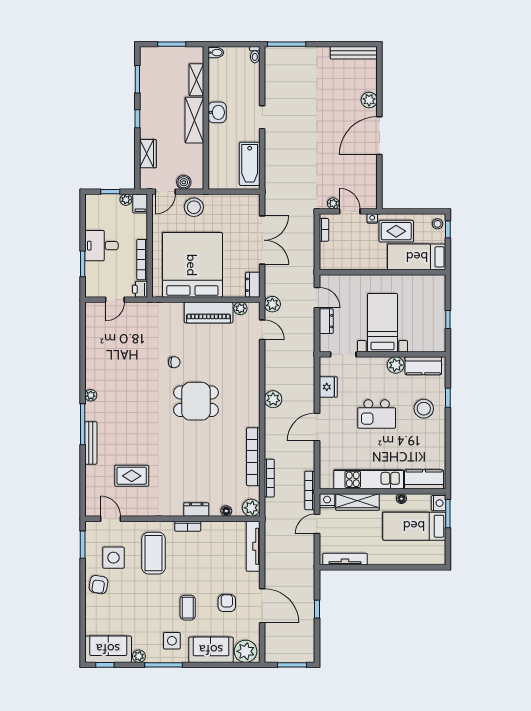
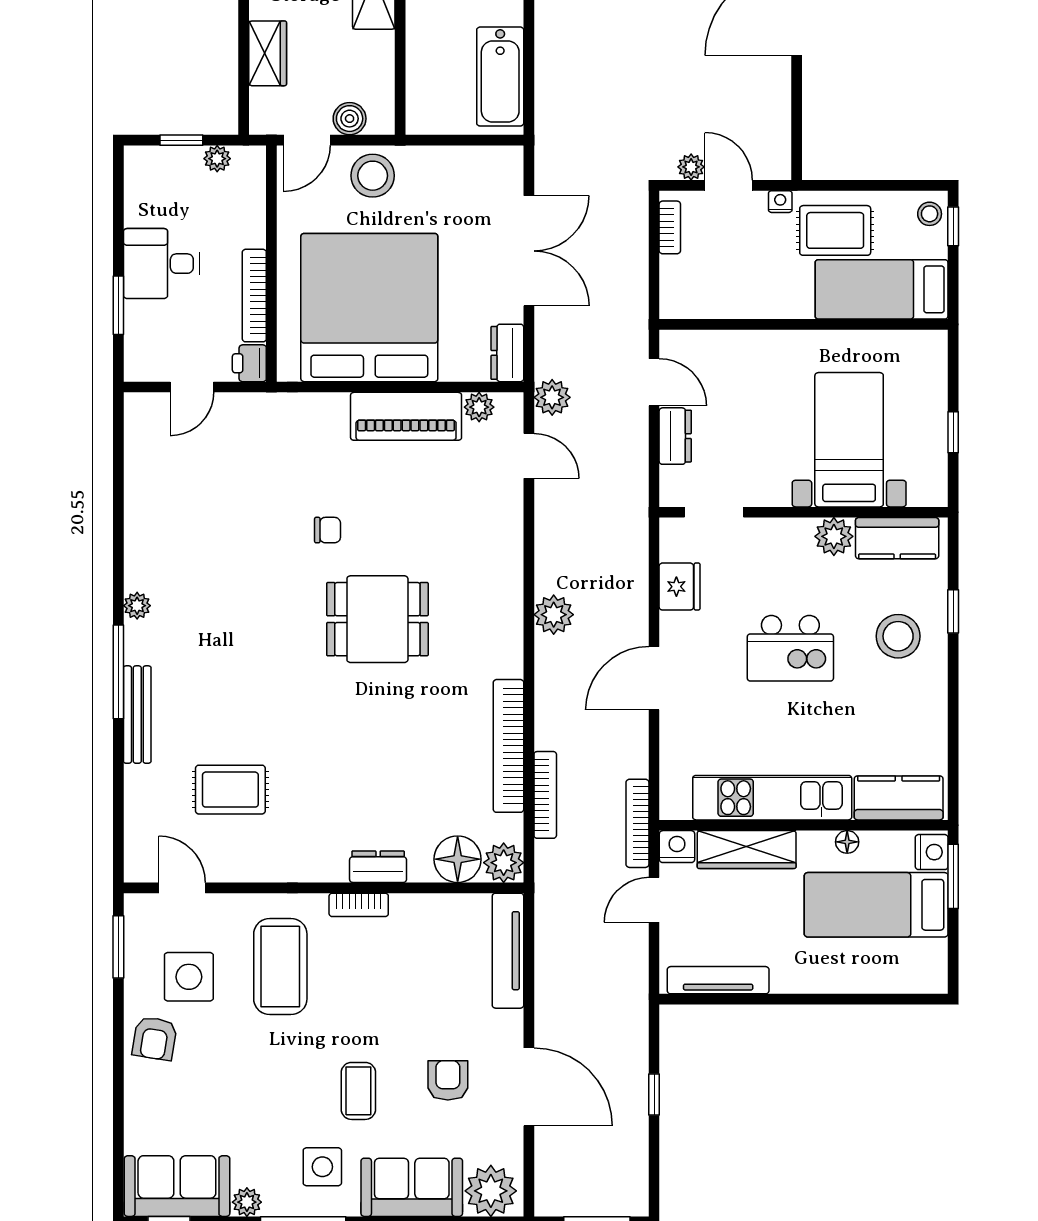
filing cabinet: (140, 204) -> (250, 167), removed
bed with nightstands: (383, 323) -> (849, 440), moved
floor lamp: (226, 511) -> (458, 859), width x1.89, depth x1.89

